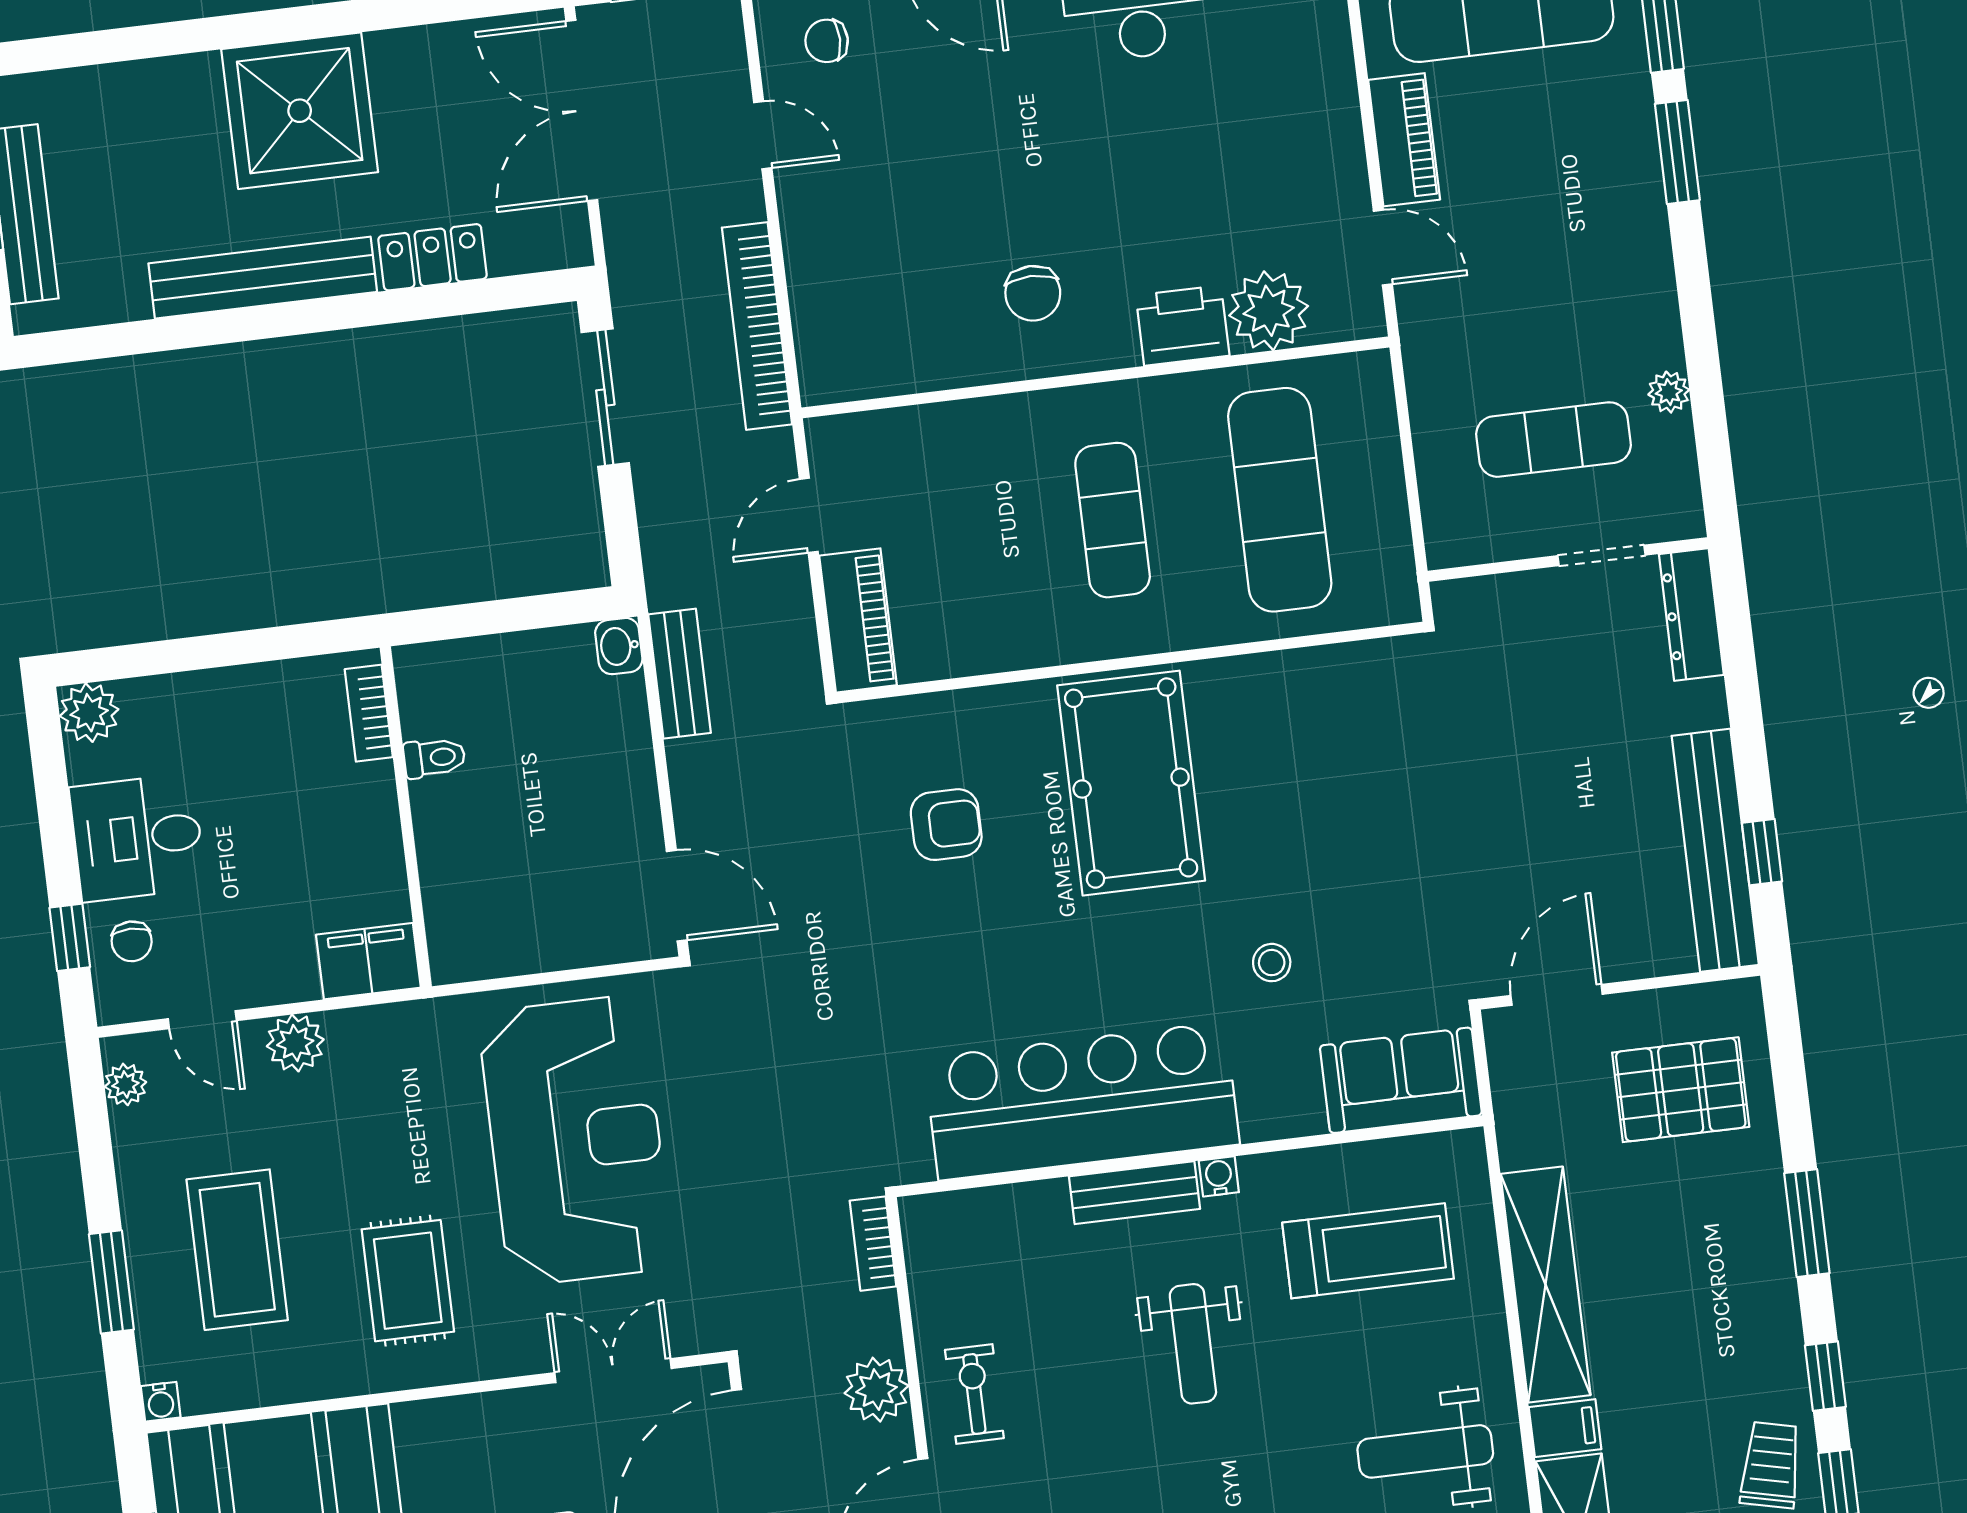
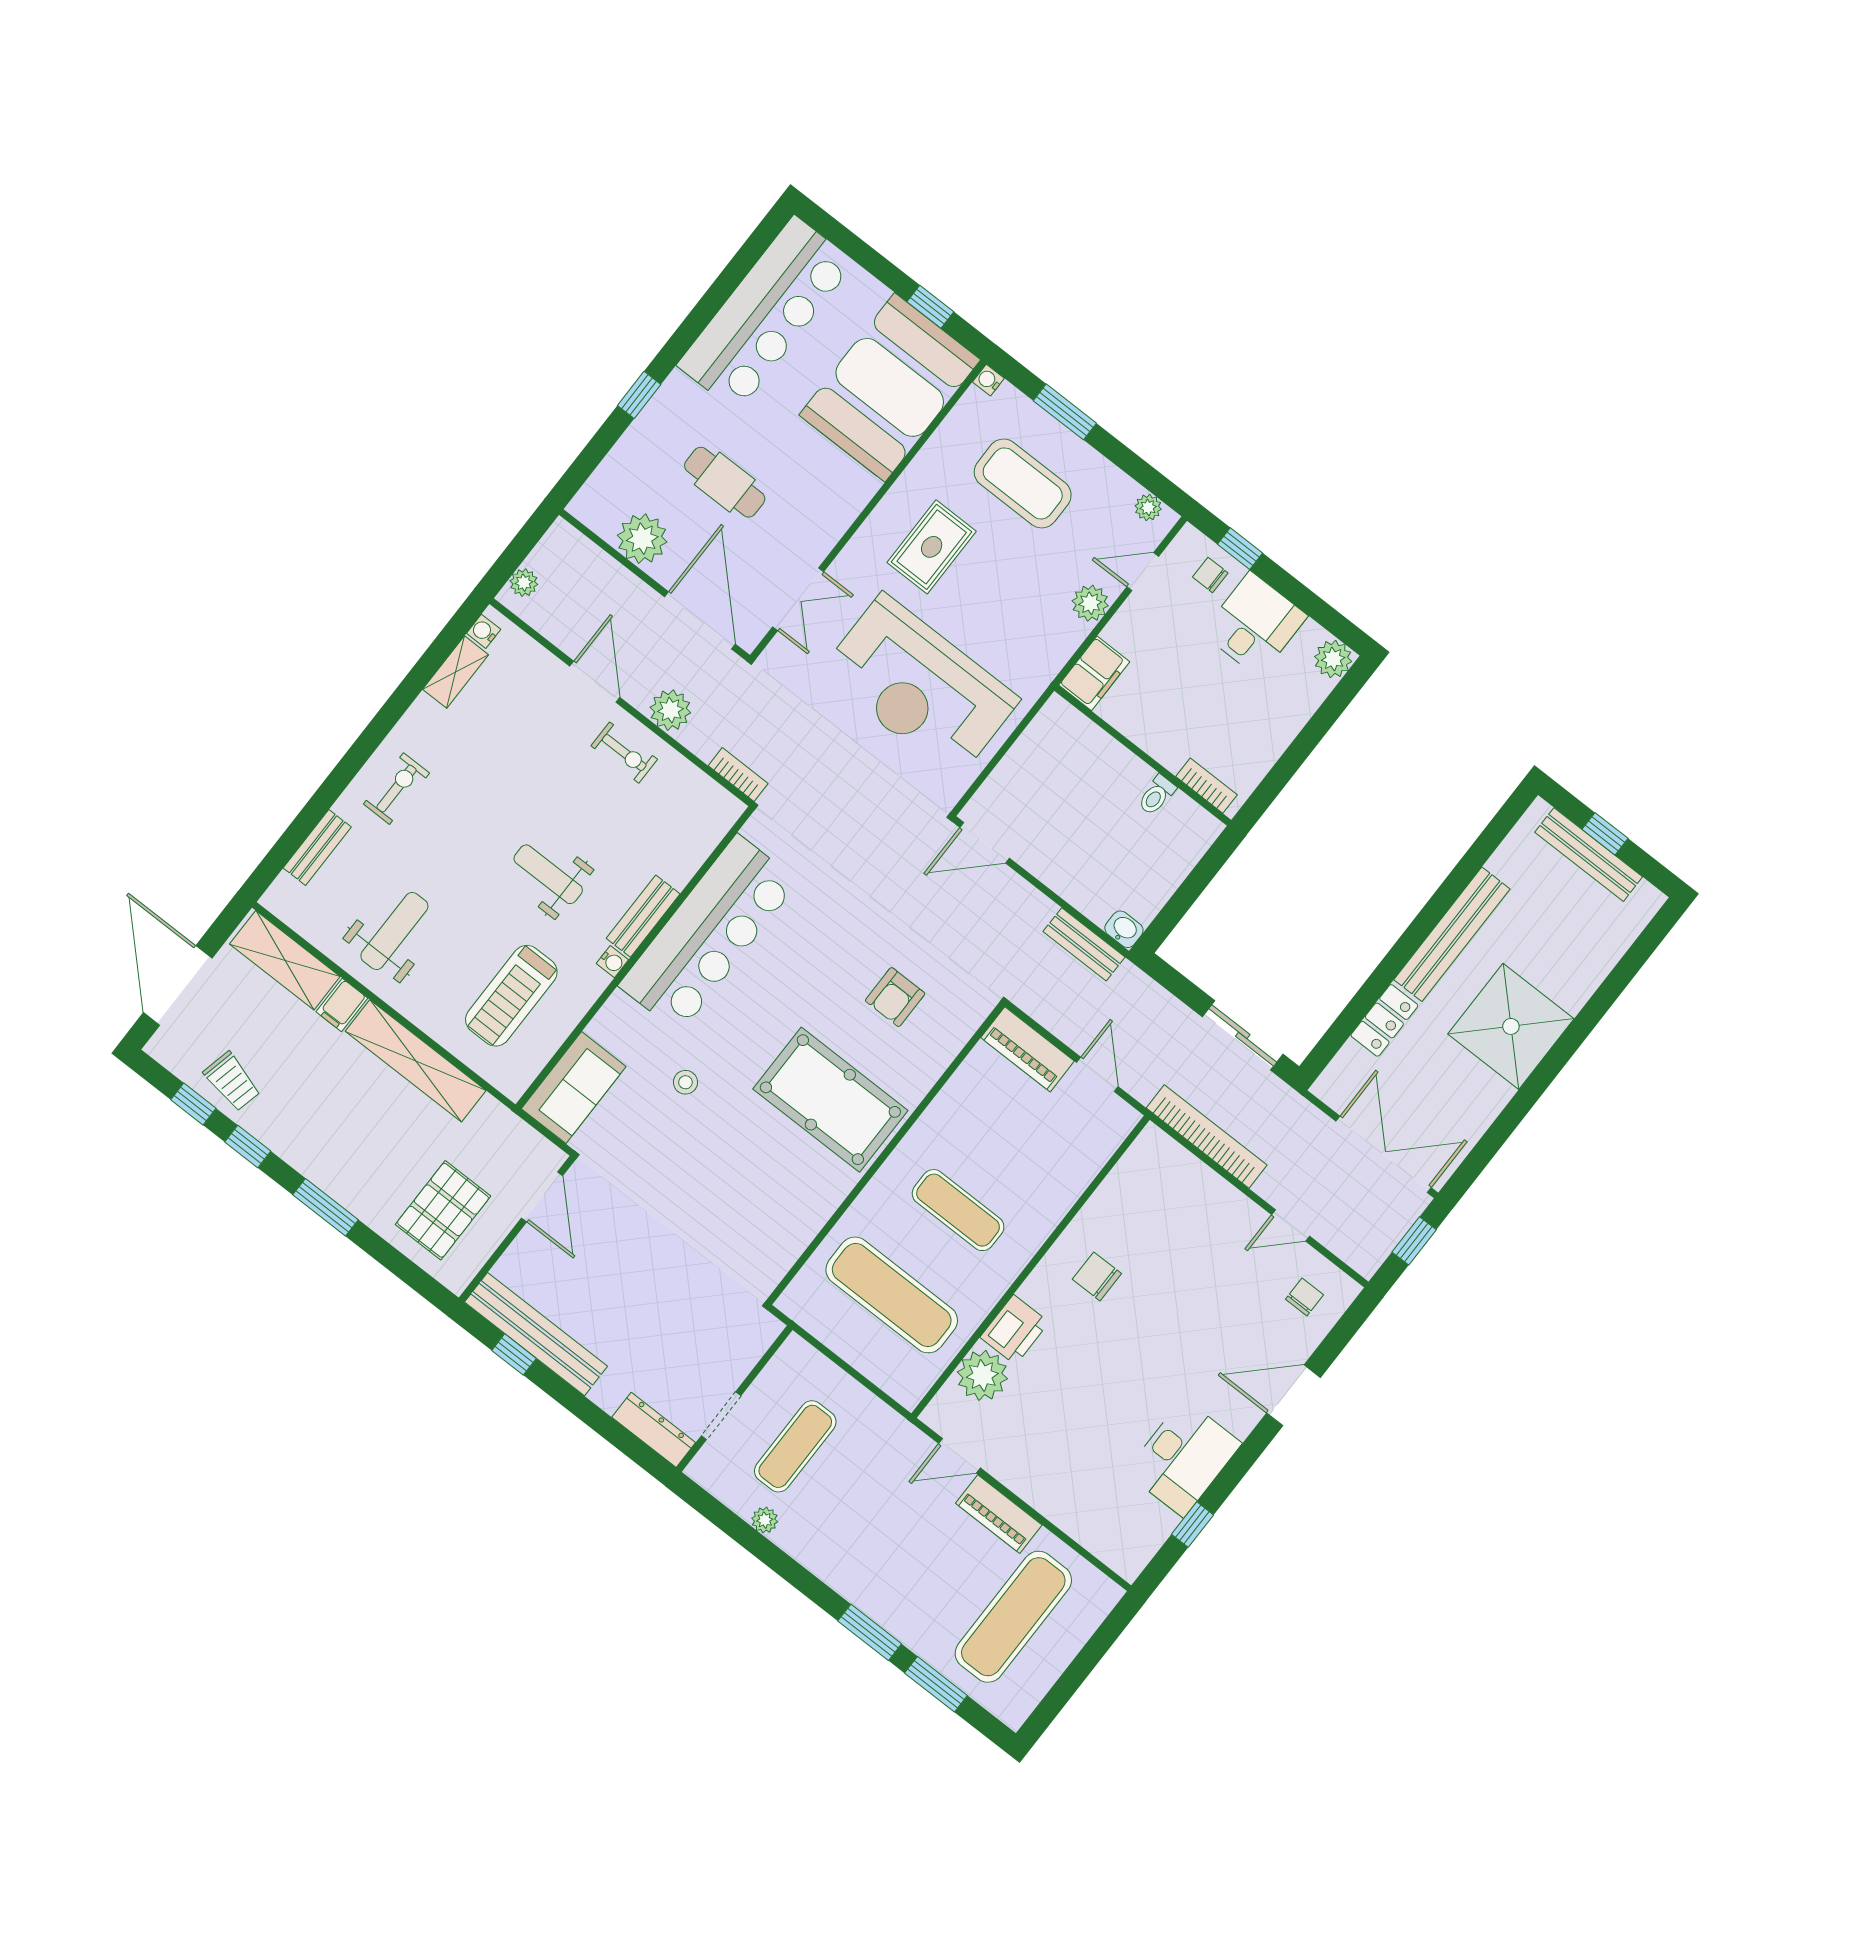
rug: (408, 1281) -> (932, 547), turned 90

